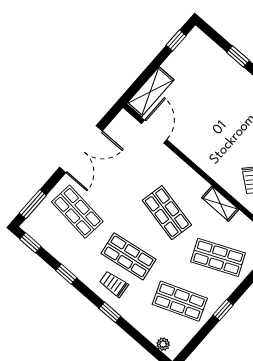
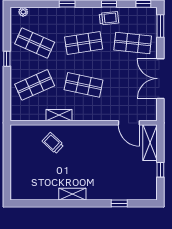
window: (176, 41) -> (160, 170), moved
trolley: (114, 284) -> (109, 18), moved
shop shelf: (180, 301) -> (35, 43), turned 45

